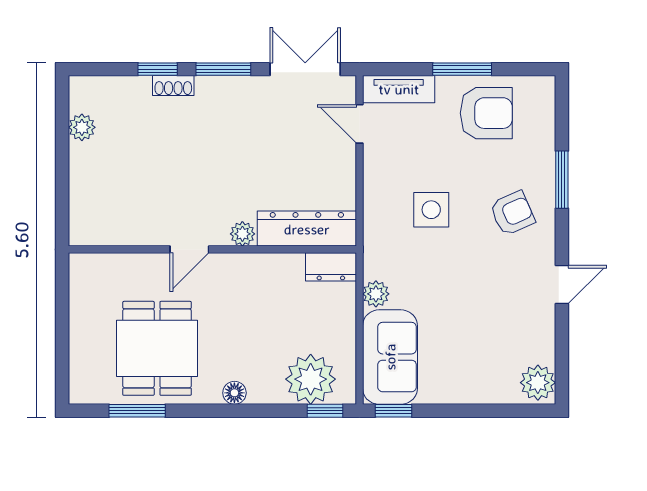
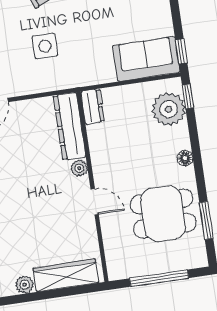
wardrobe: (87, 191) -> (66, 275), added
plant: (376, 294) -> (106, 74), removed
window: (62, 328) -> (159, 278), added

